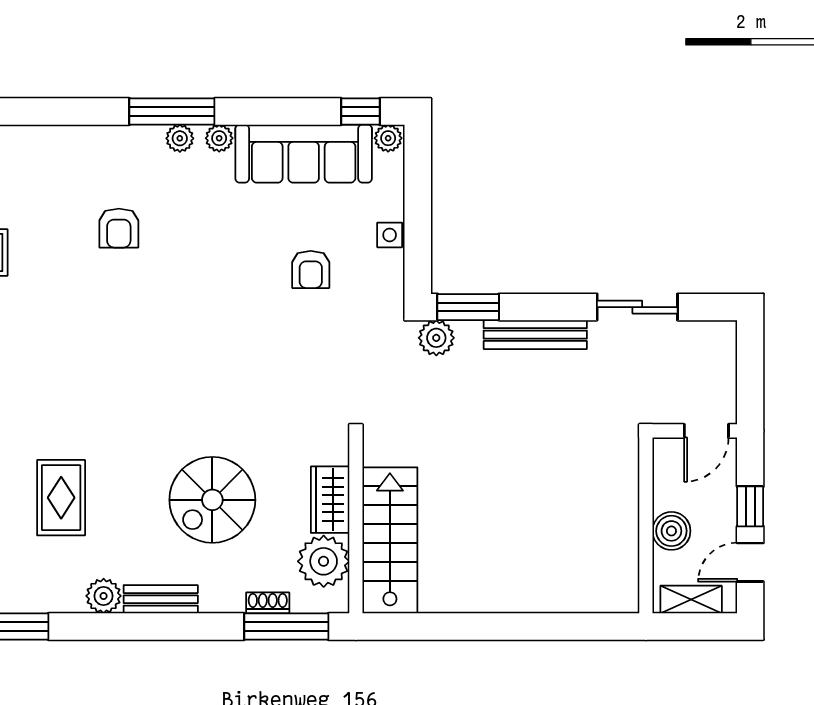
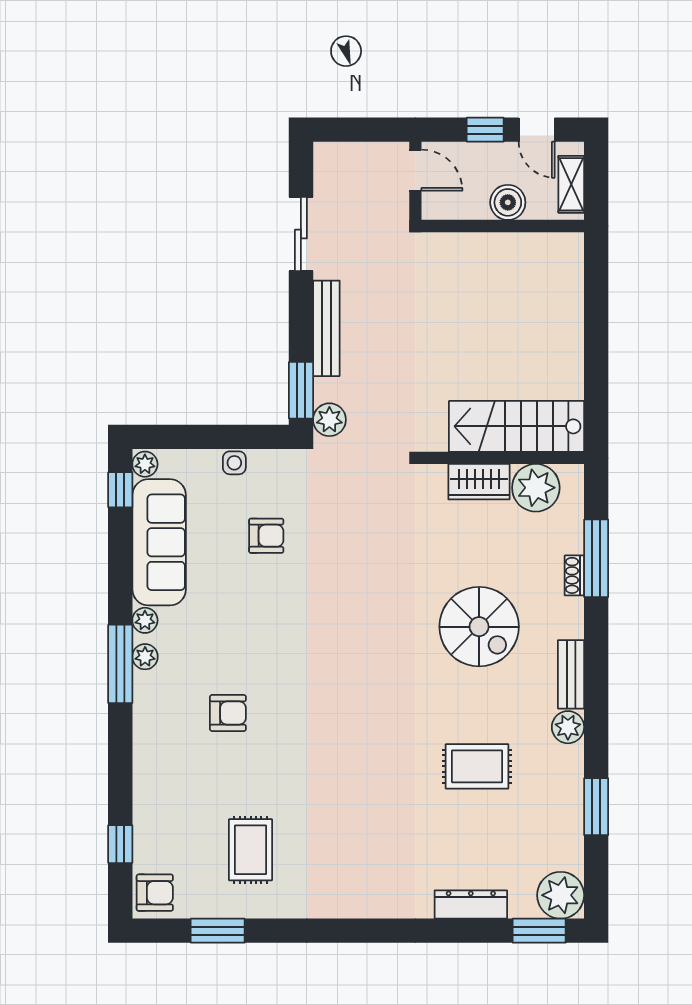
wardrobe: (330, 500) -> (479, 482), moved
wall: (356, 525) -> (503, 458), moved
stairs: (390, 540) -> (517, 426), moved
plant: (324, 561) -> (536, 488), moved

